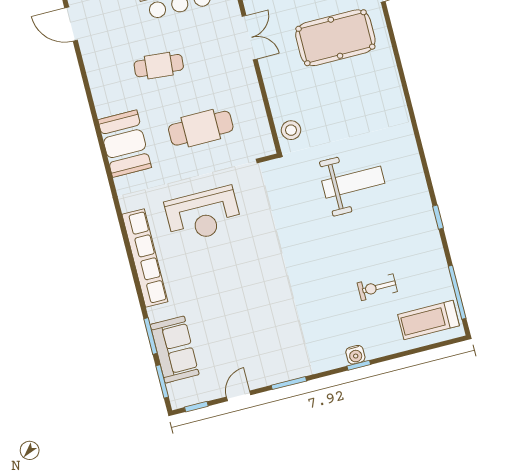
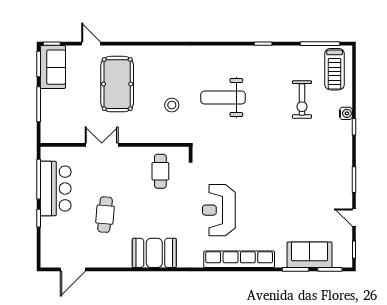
door: (71, 24) -> (73, 269), moved
cafe table: (201, 128) -> (160, 171), moved, width x0.73, depth x0.74
stool: (291, 130) -> (172, 105), moved
weight bench: (353, 182) -> (223, 98), turned -90
reception desk: (203, 215) -> (219, 210), turned 180
exercise bike: (377, 287) -> (302, 100), width x1.38, depth x1.39
water cooler: (355, 355) -> (346, 113), moved

